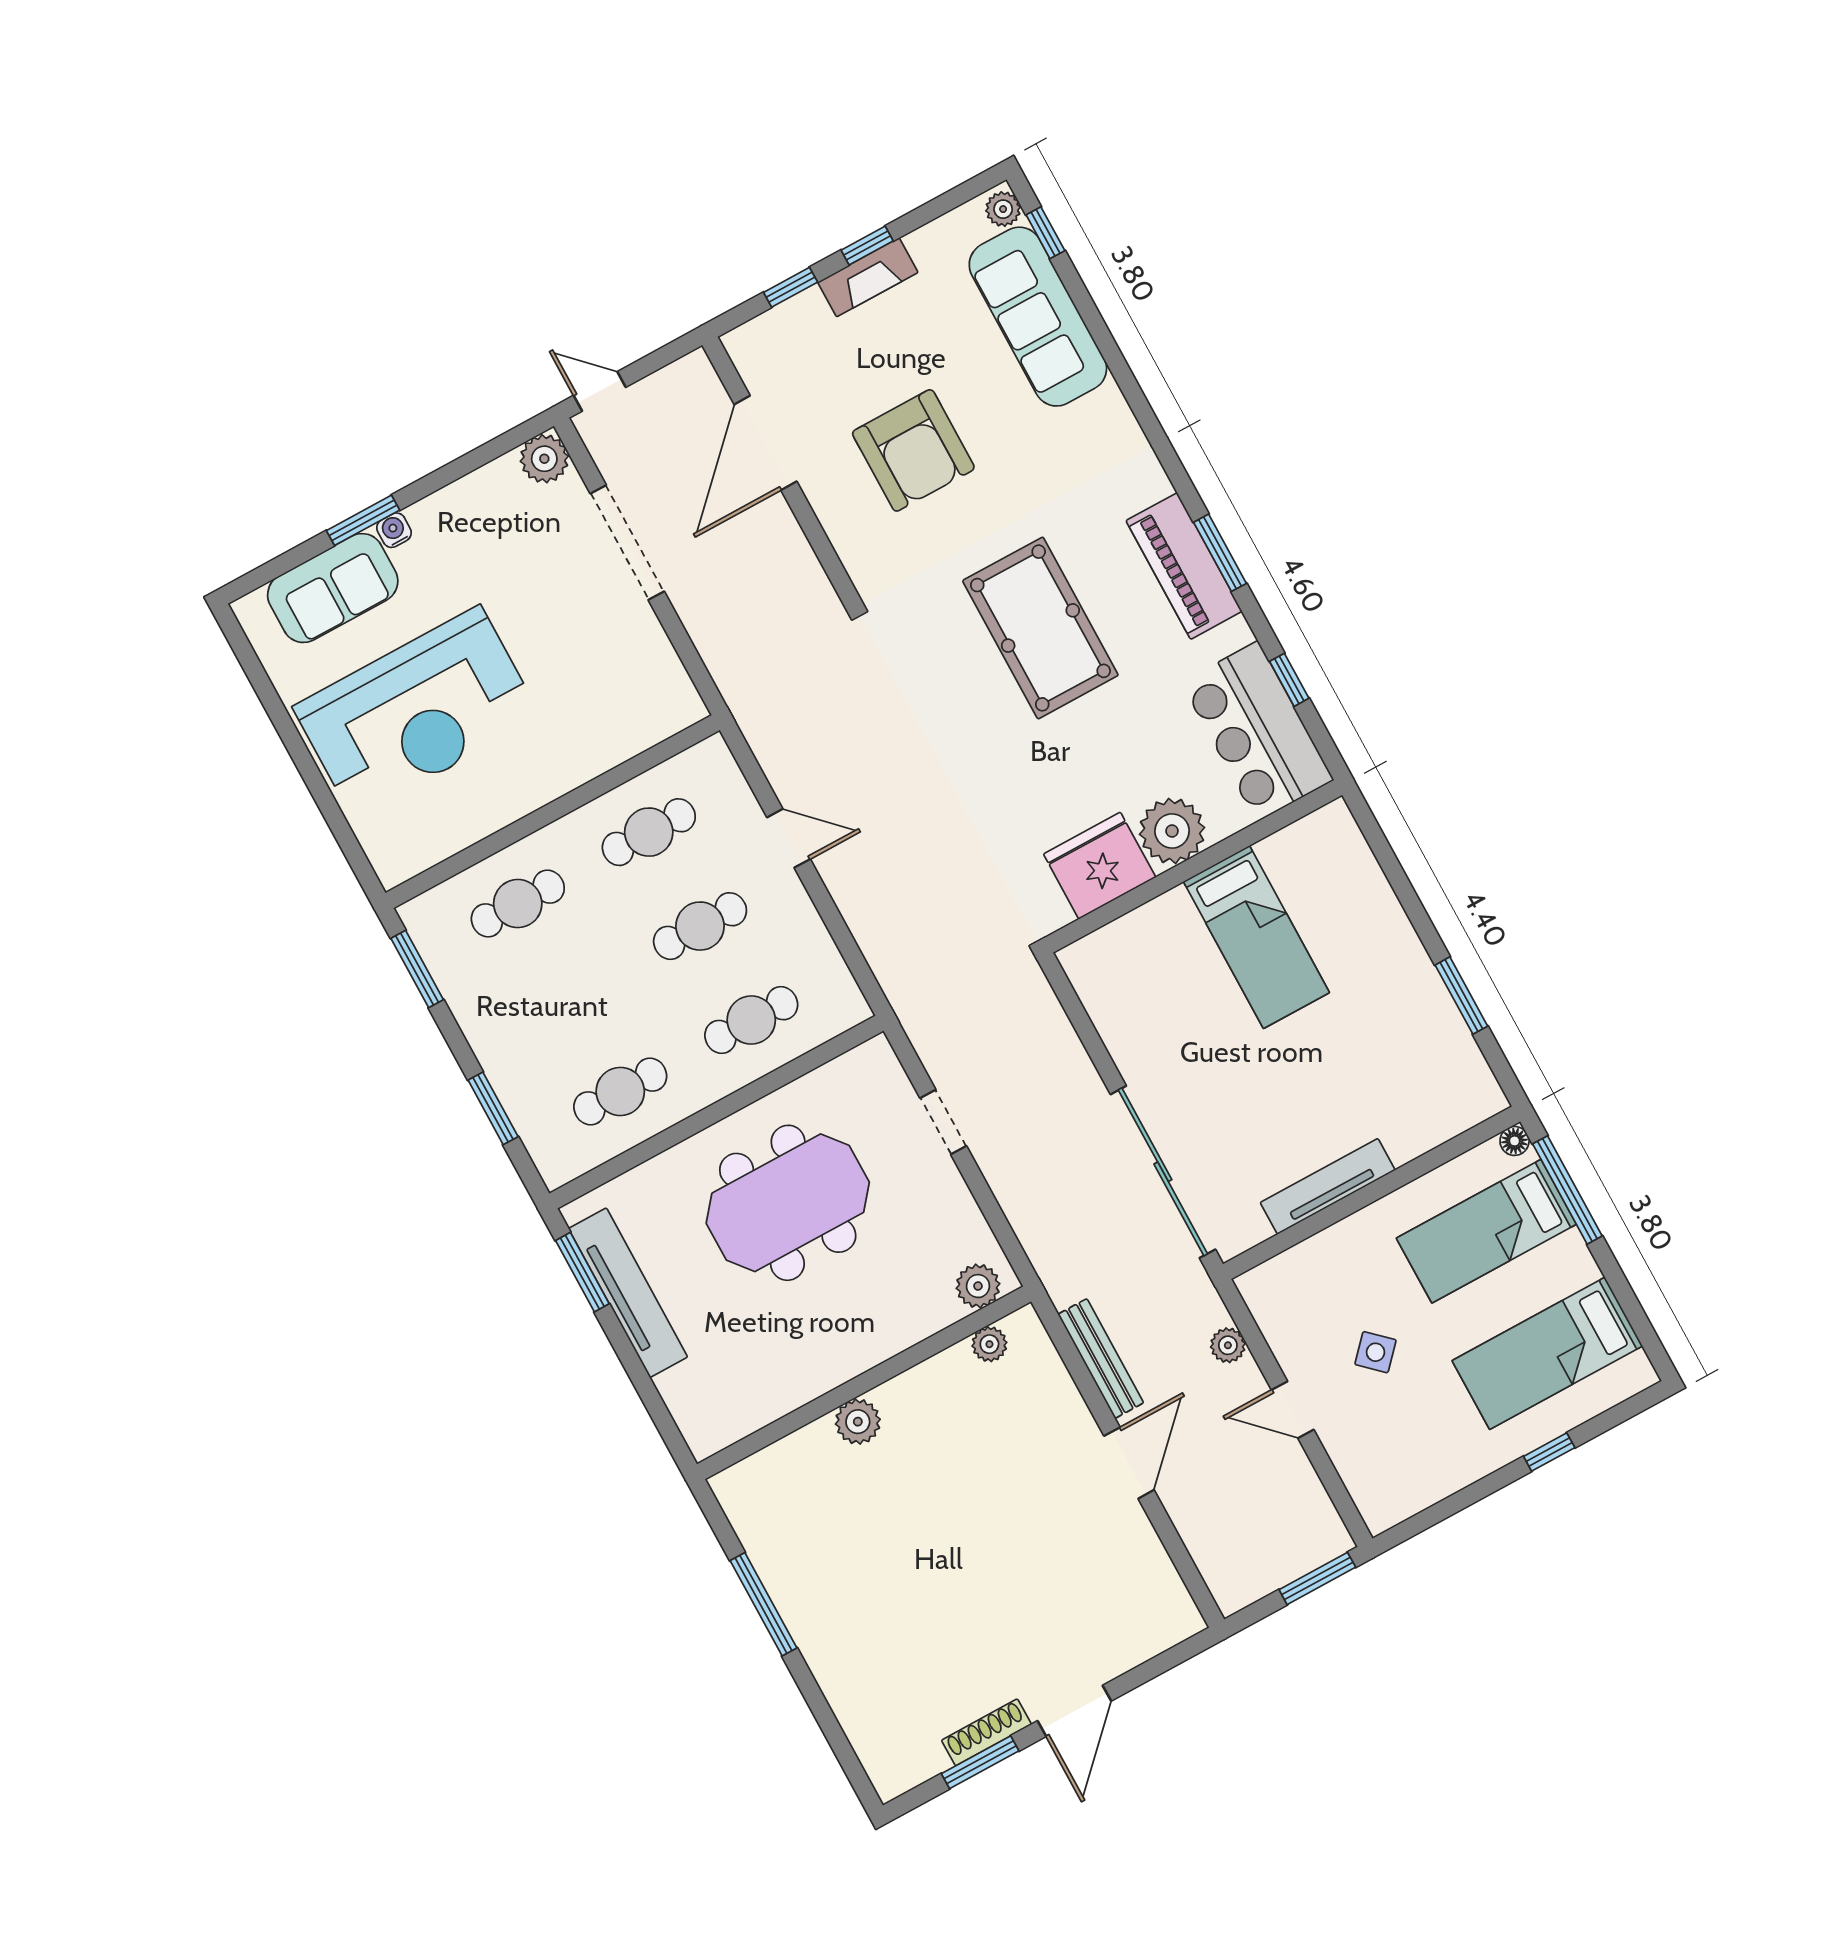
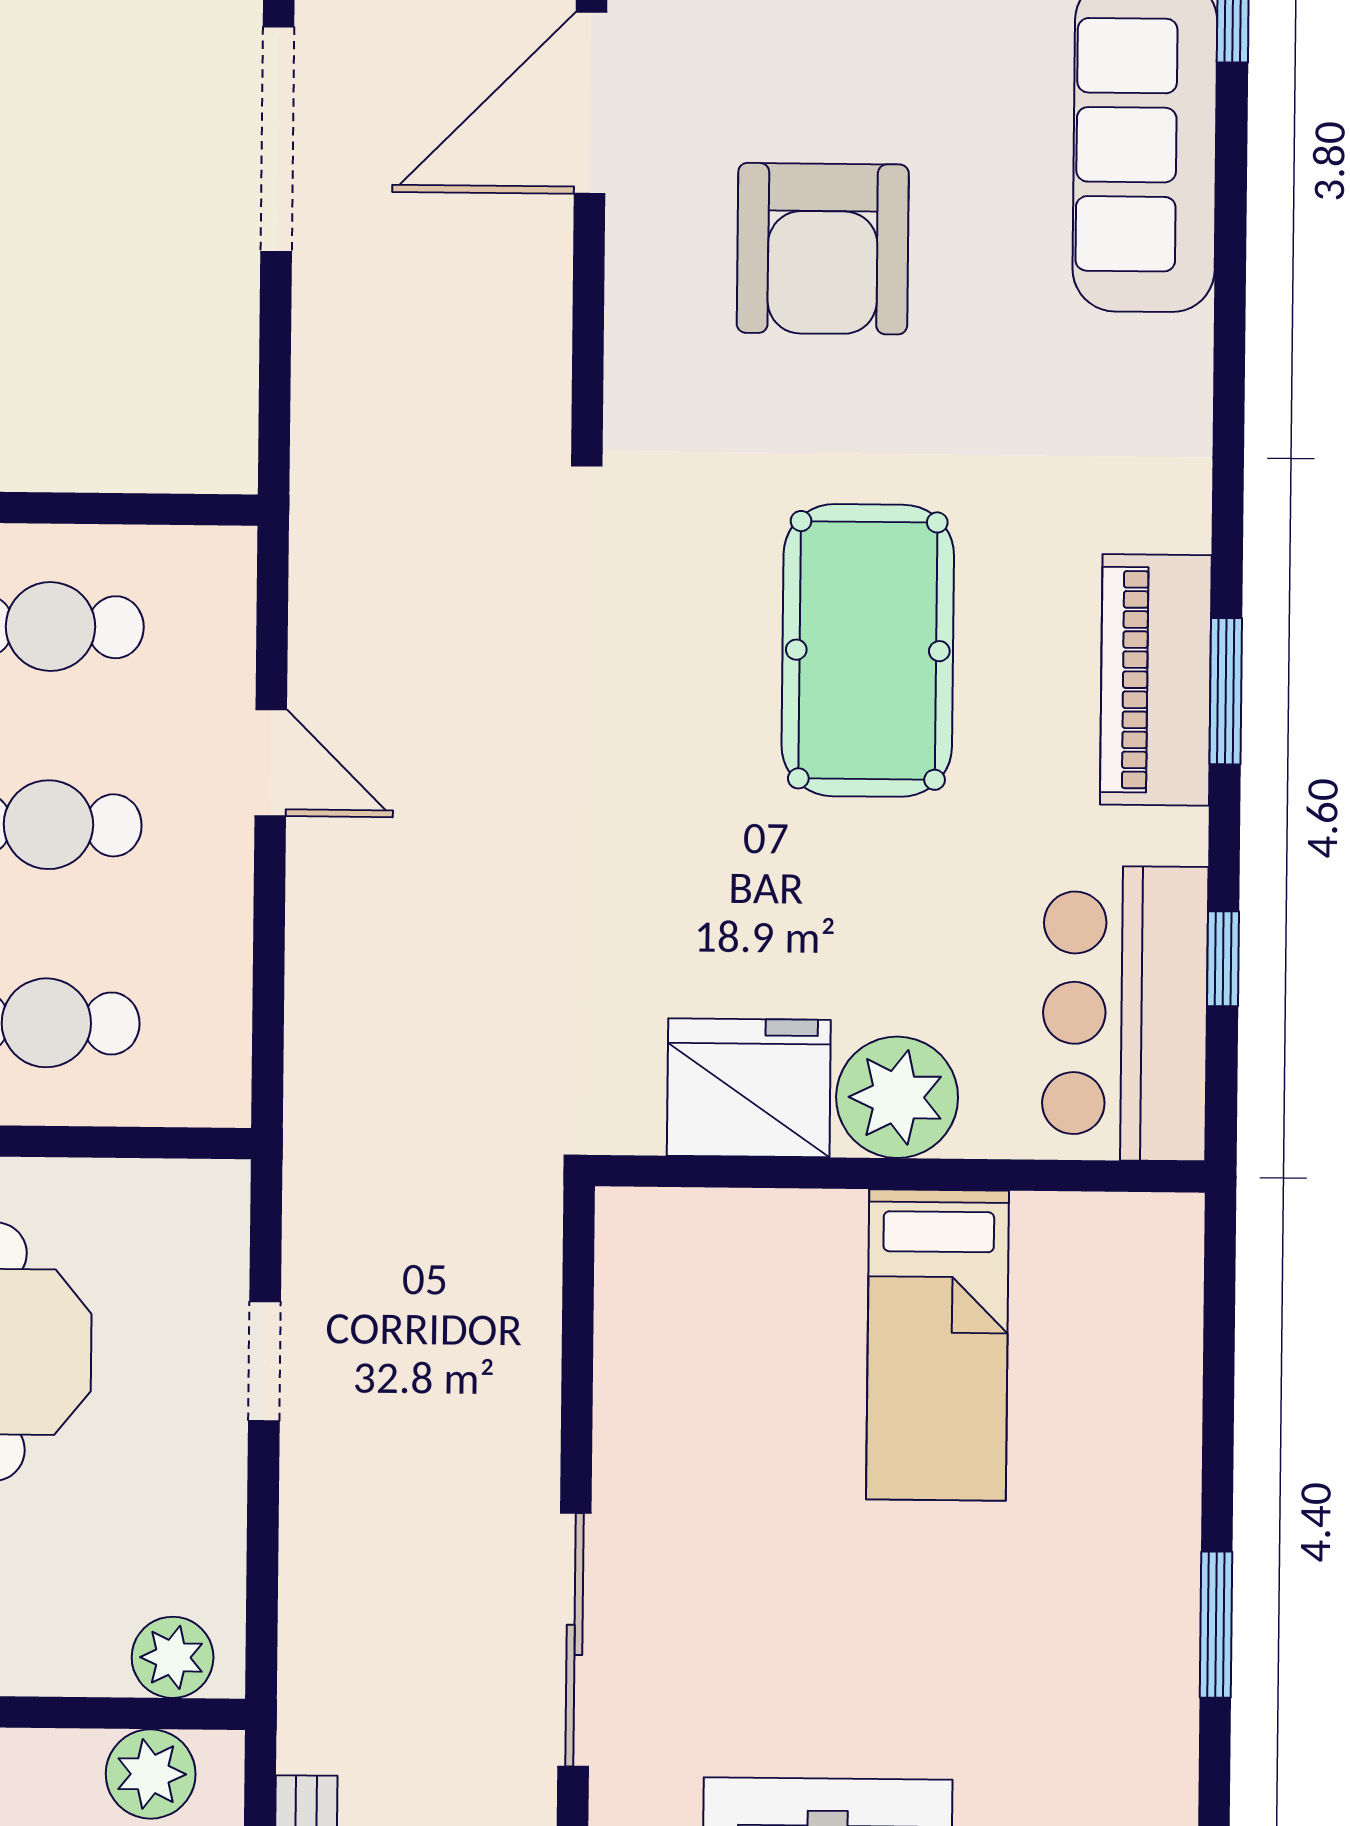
sliding door: (1163, 1172) -> (574, 1640), width x0.73
plant: (989, 1344) -> (151, 1774), width x1.38, depth x1.38

